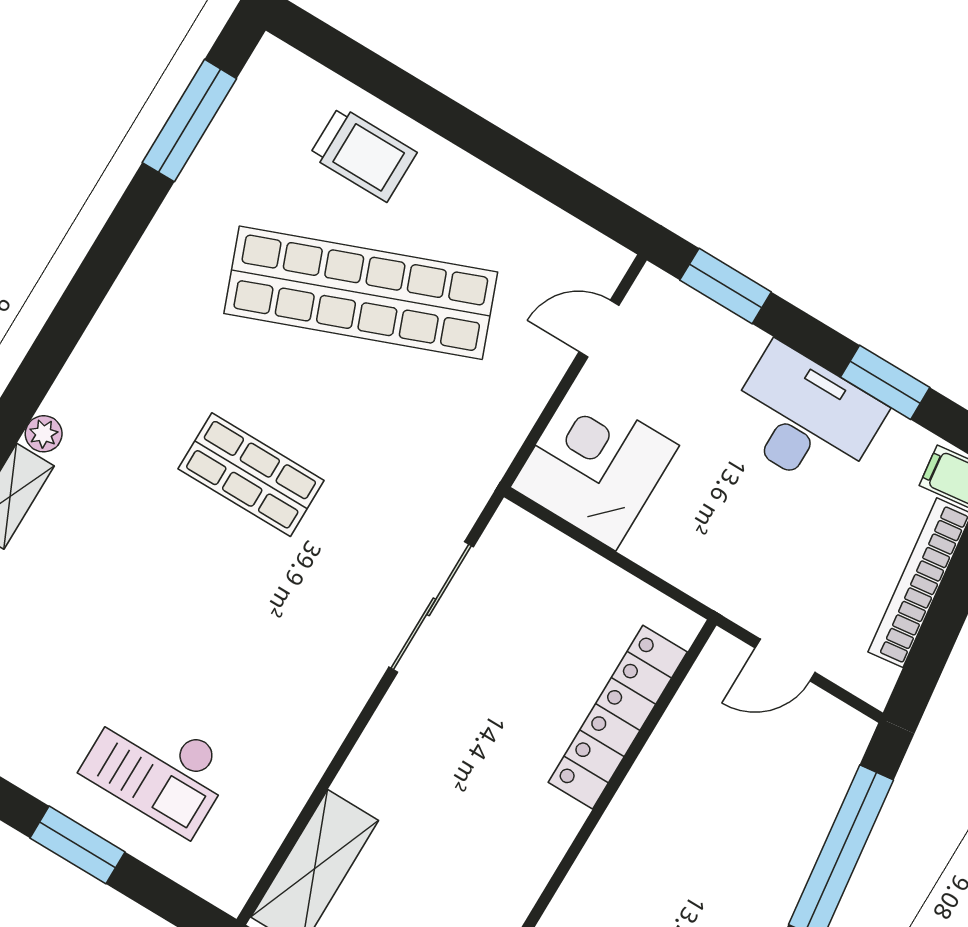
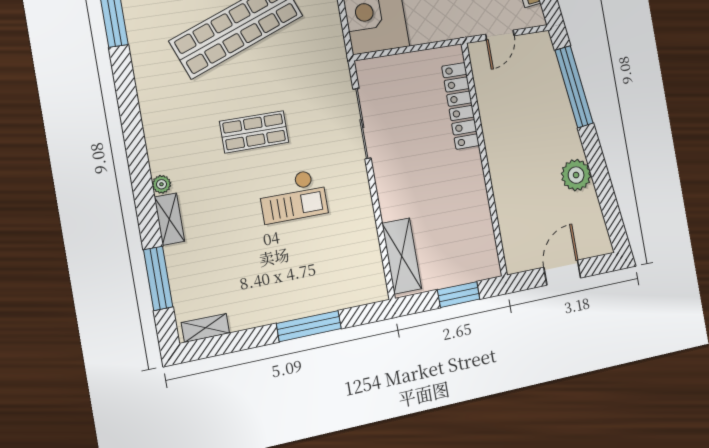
checkout: (158, 767) -> (293, 196), moved
window: (78, 845) -> (309, 326), width x1.44

